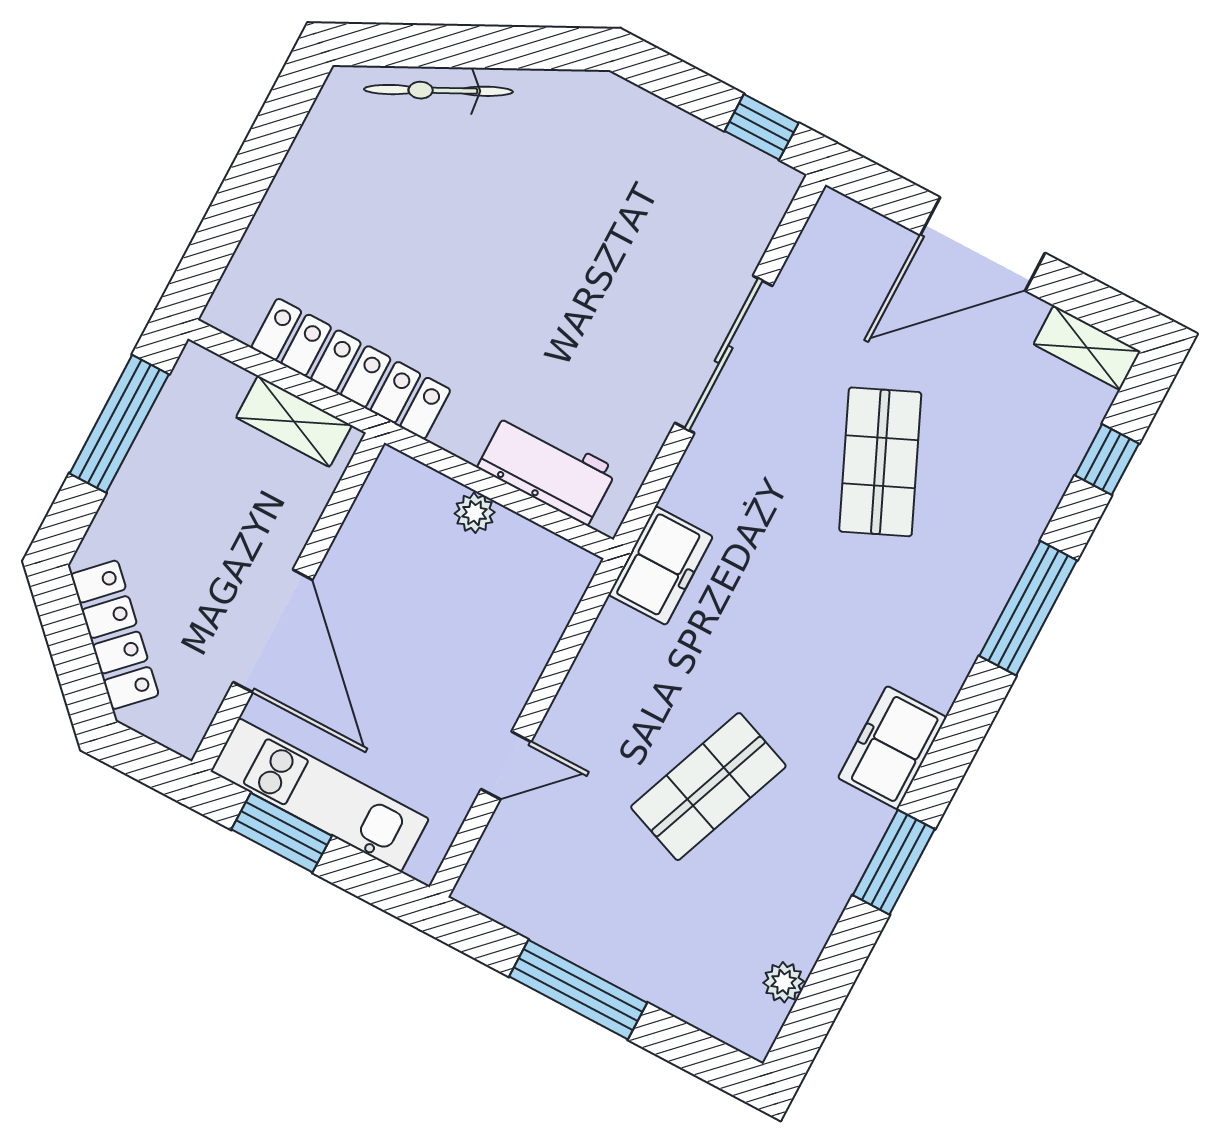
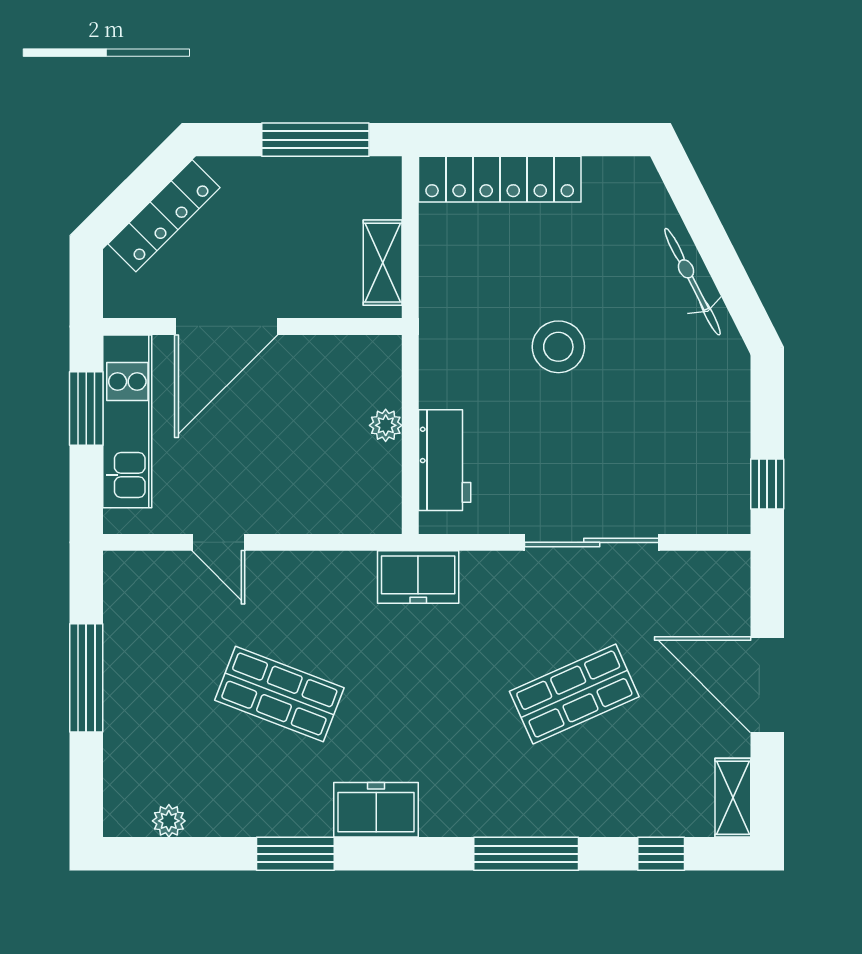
bicycle: (438, 90) -> (692, 282), moved
stool: (489, 277) -> (558, 347), added
locker: (351, 369) -> (500, 179), moved, turned 90

